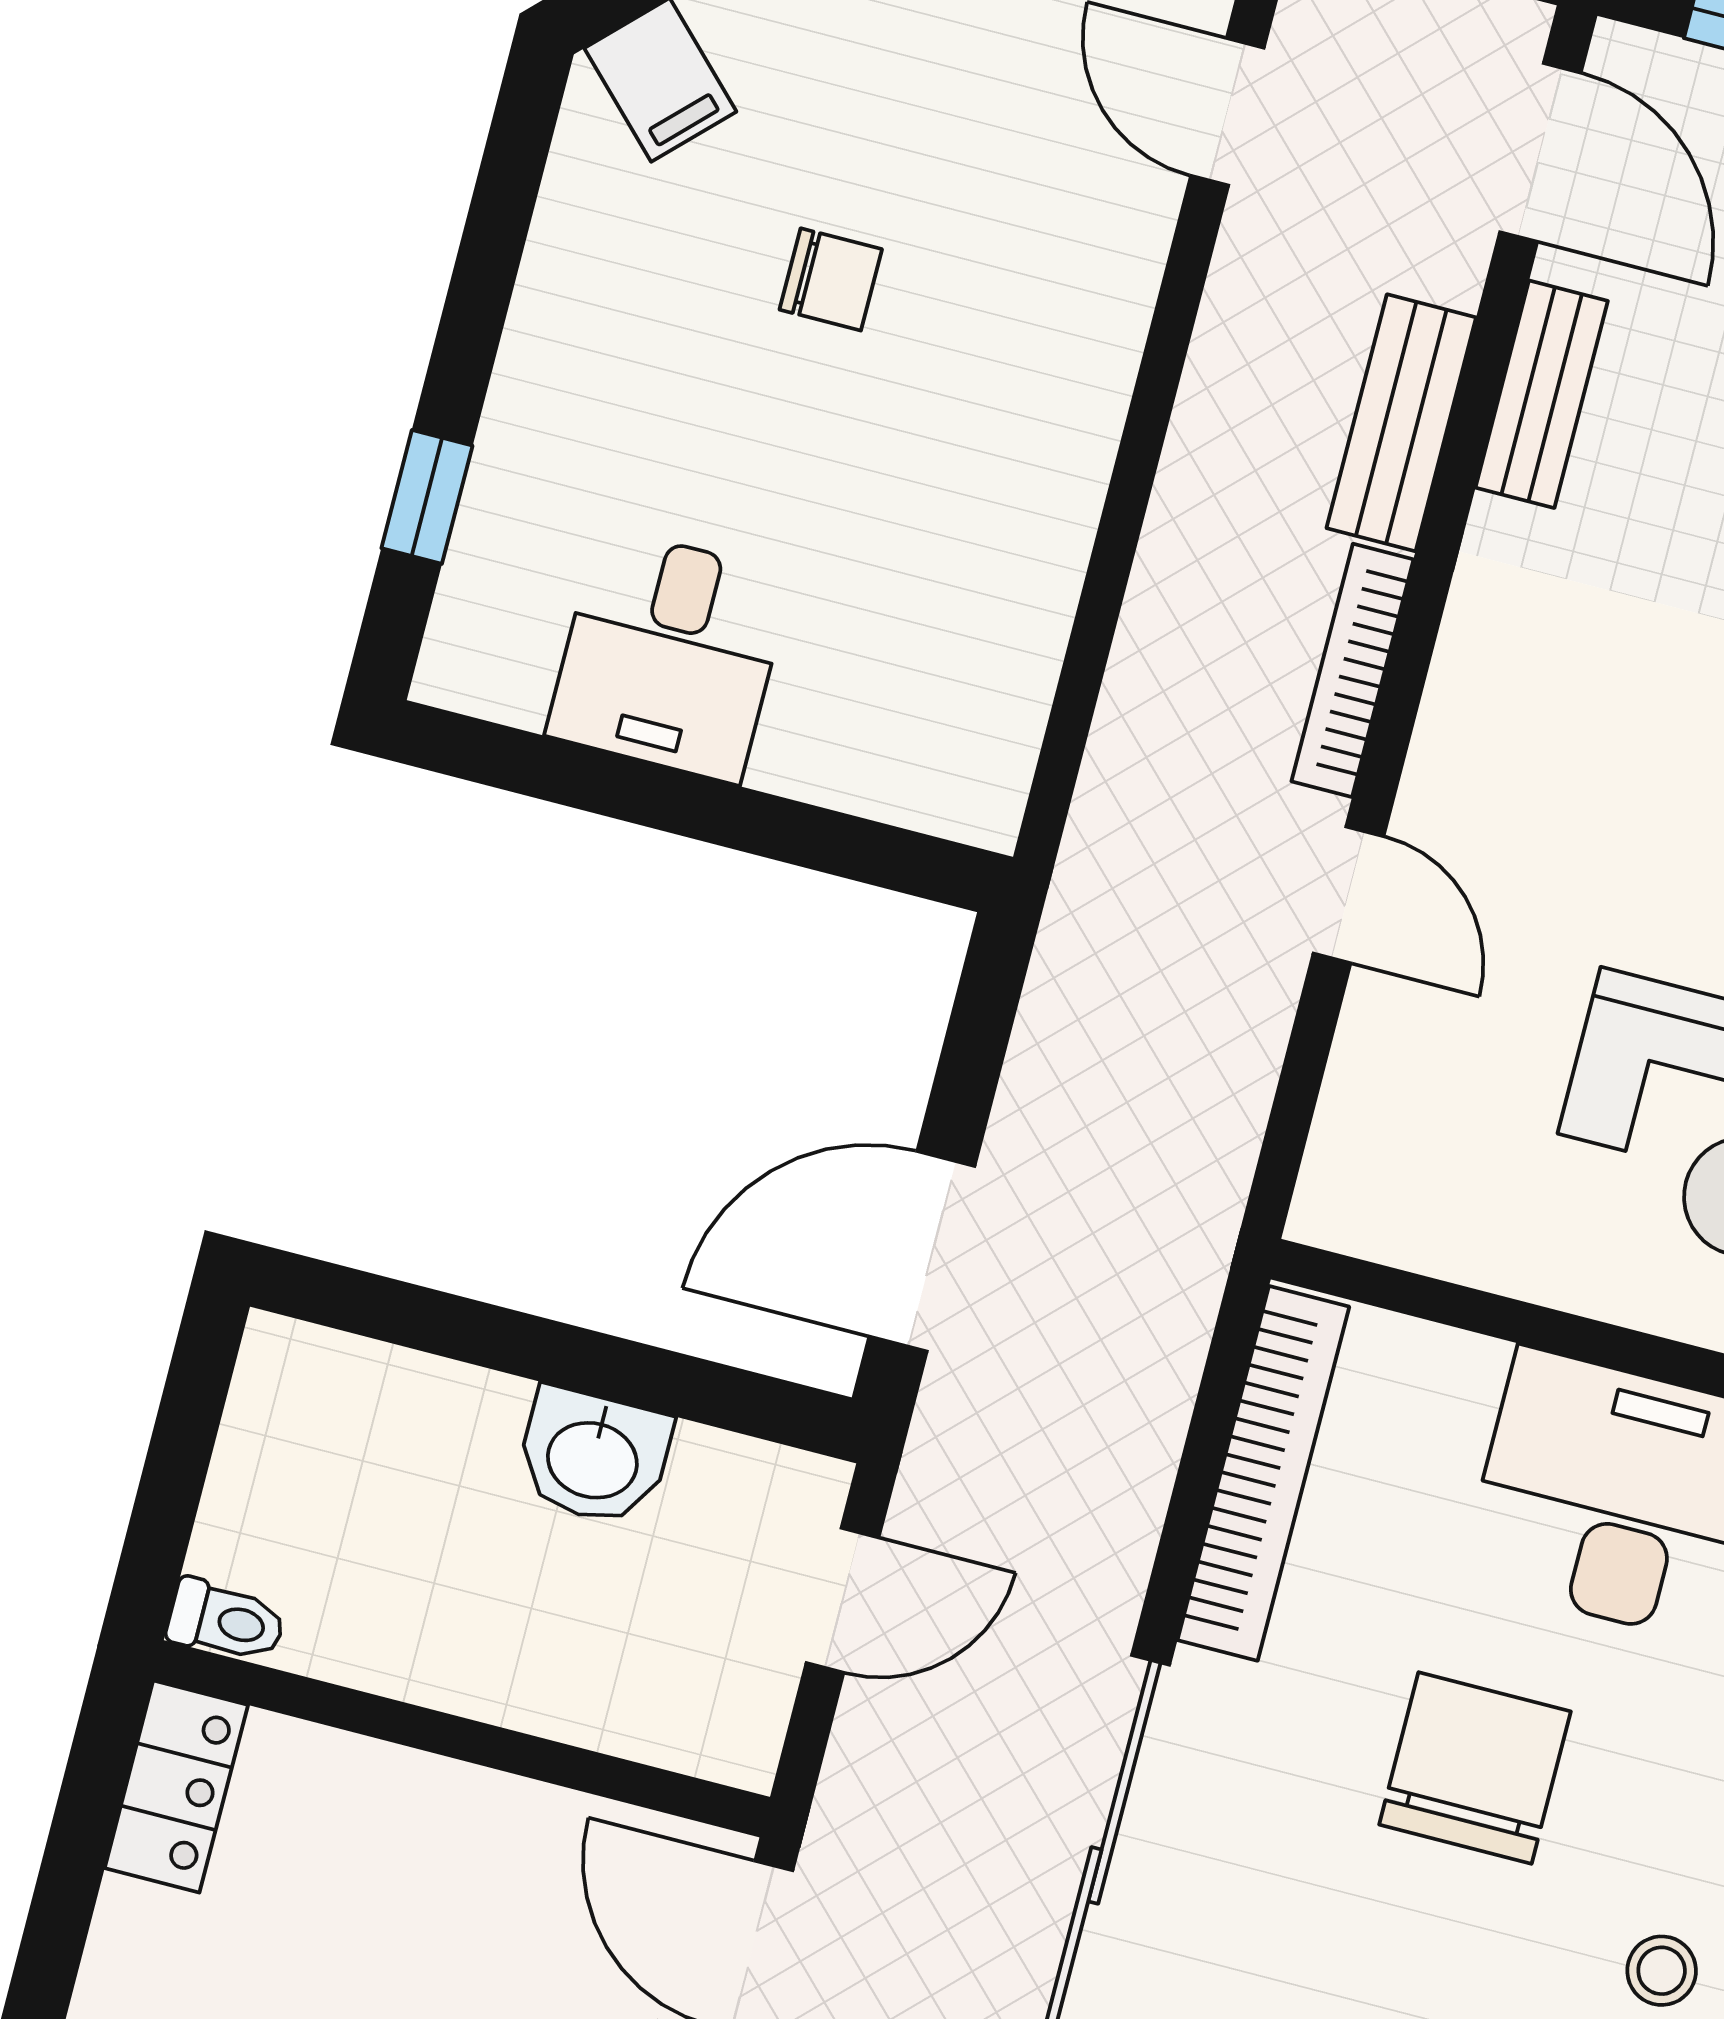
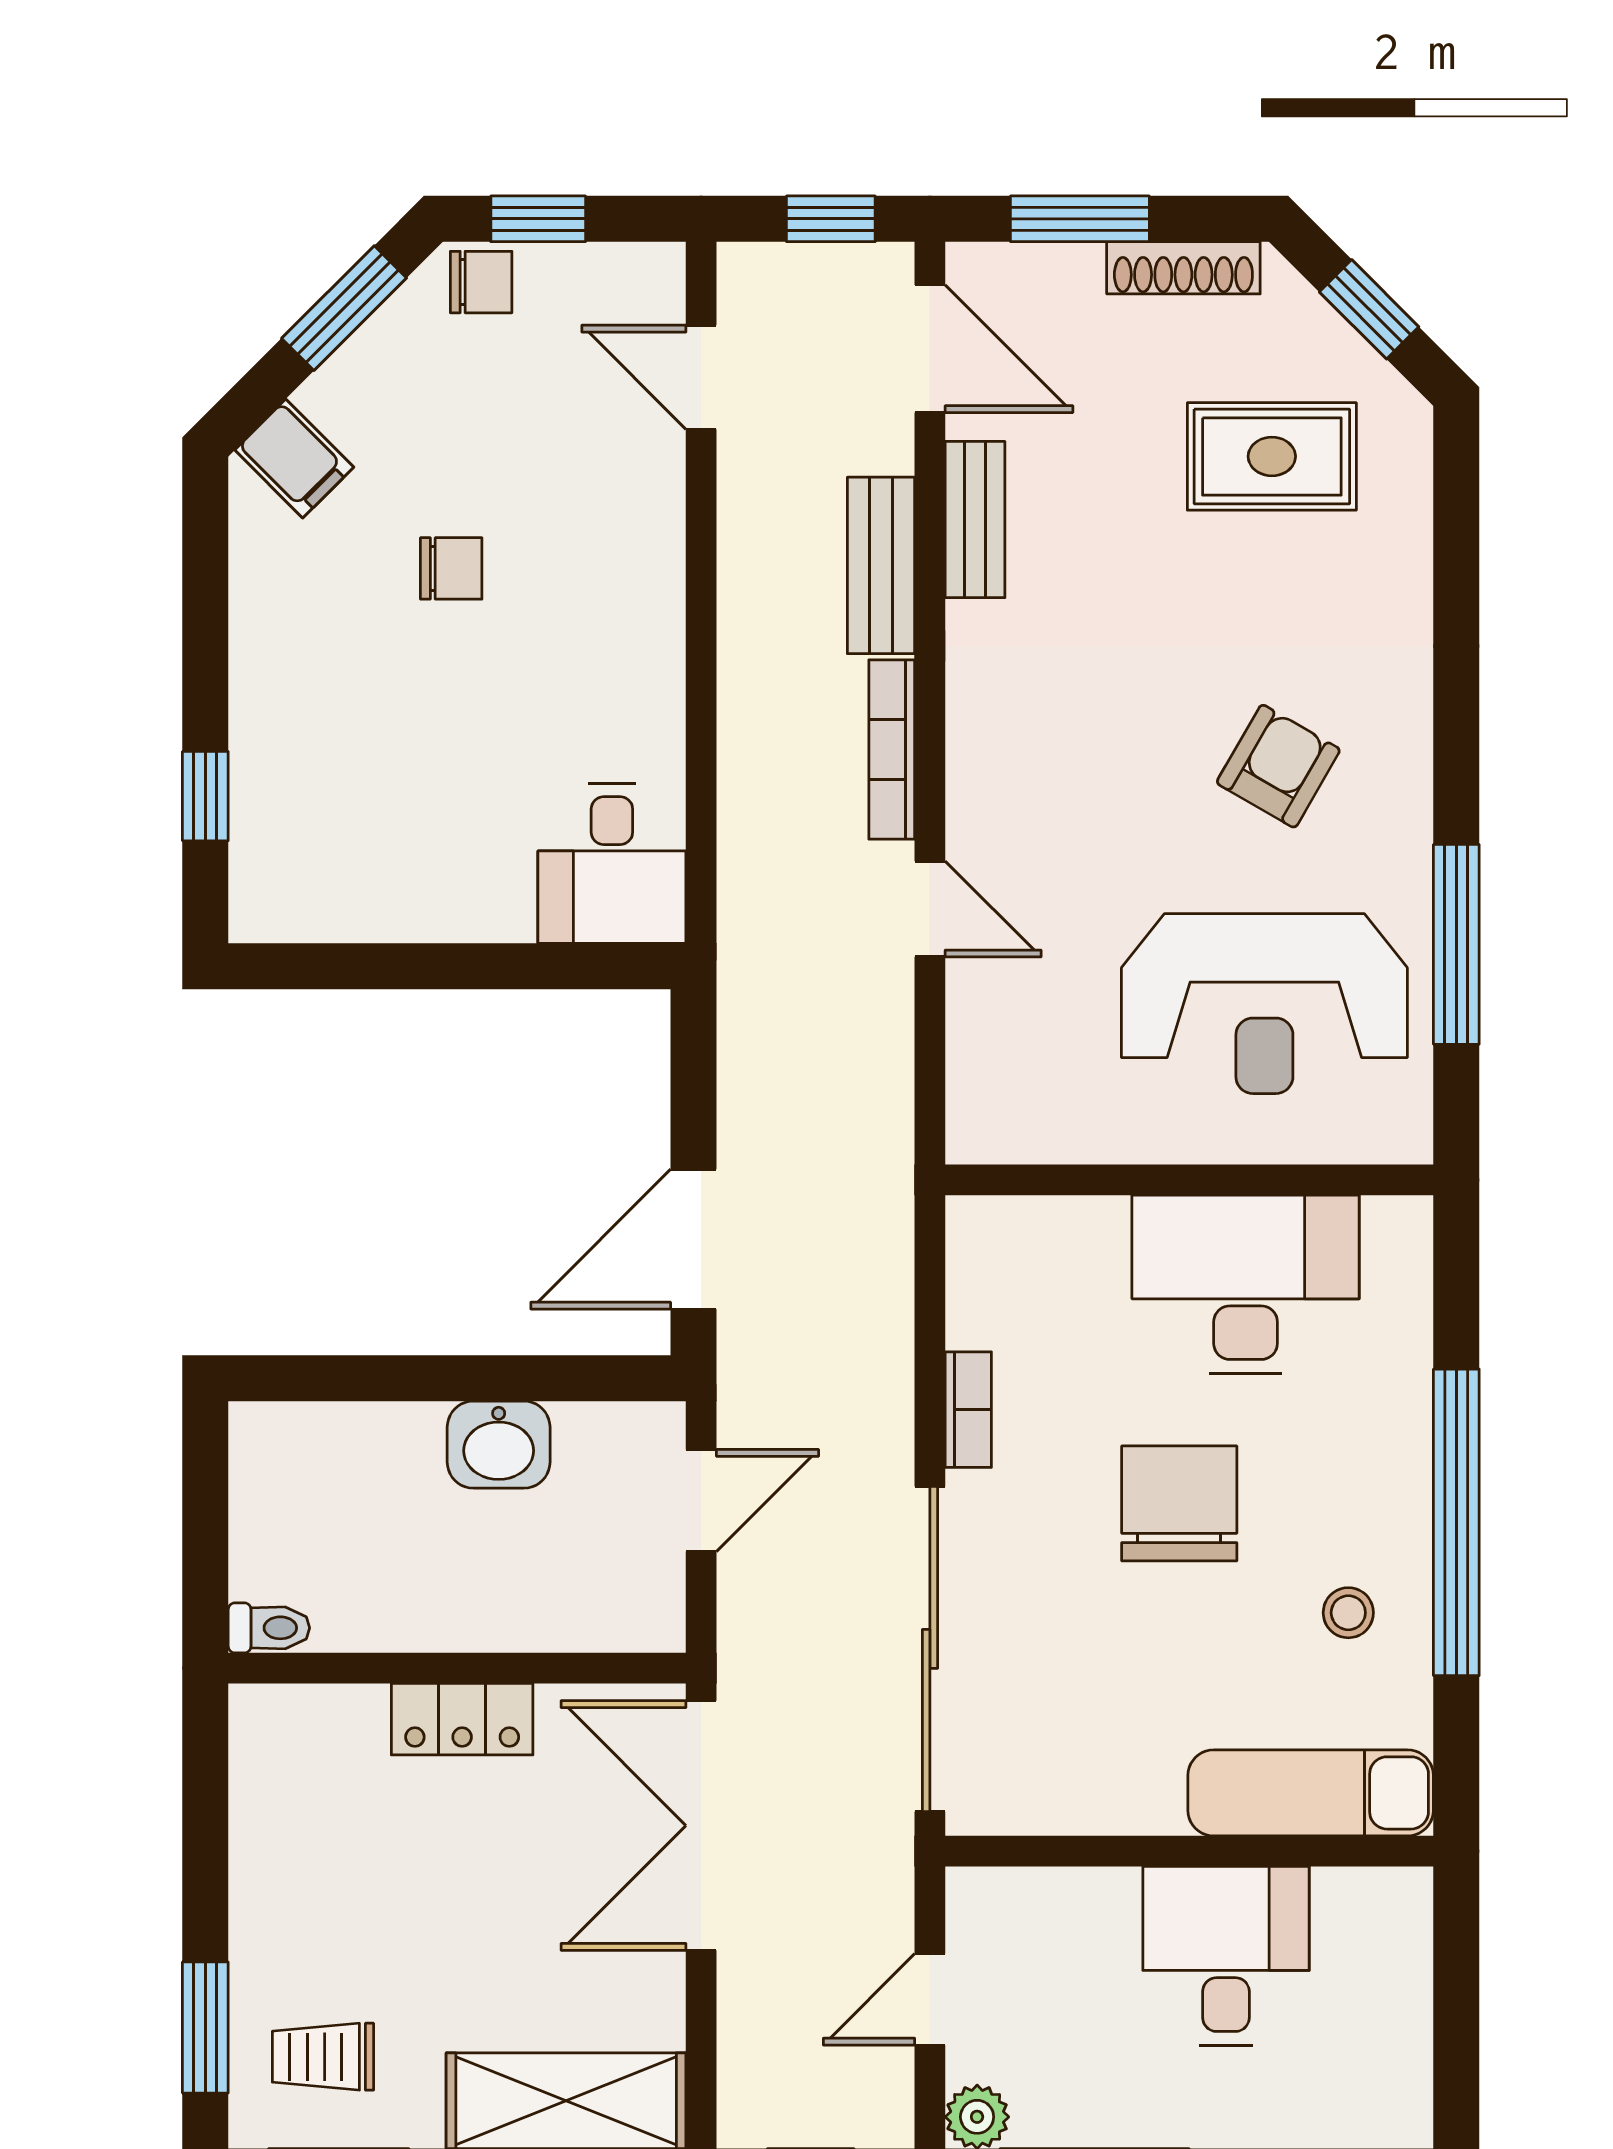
desk: (669, 655) -> (612, 864), moved
bookcase: (1263, 1473) -> (968, 1410), width x0.43, depth x0.76
locker: (176, 1787) -> (462, 1719), moved, turned 90

